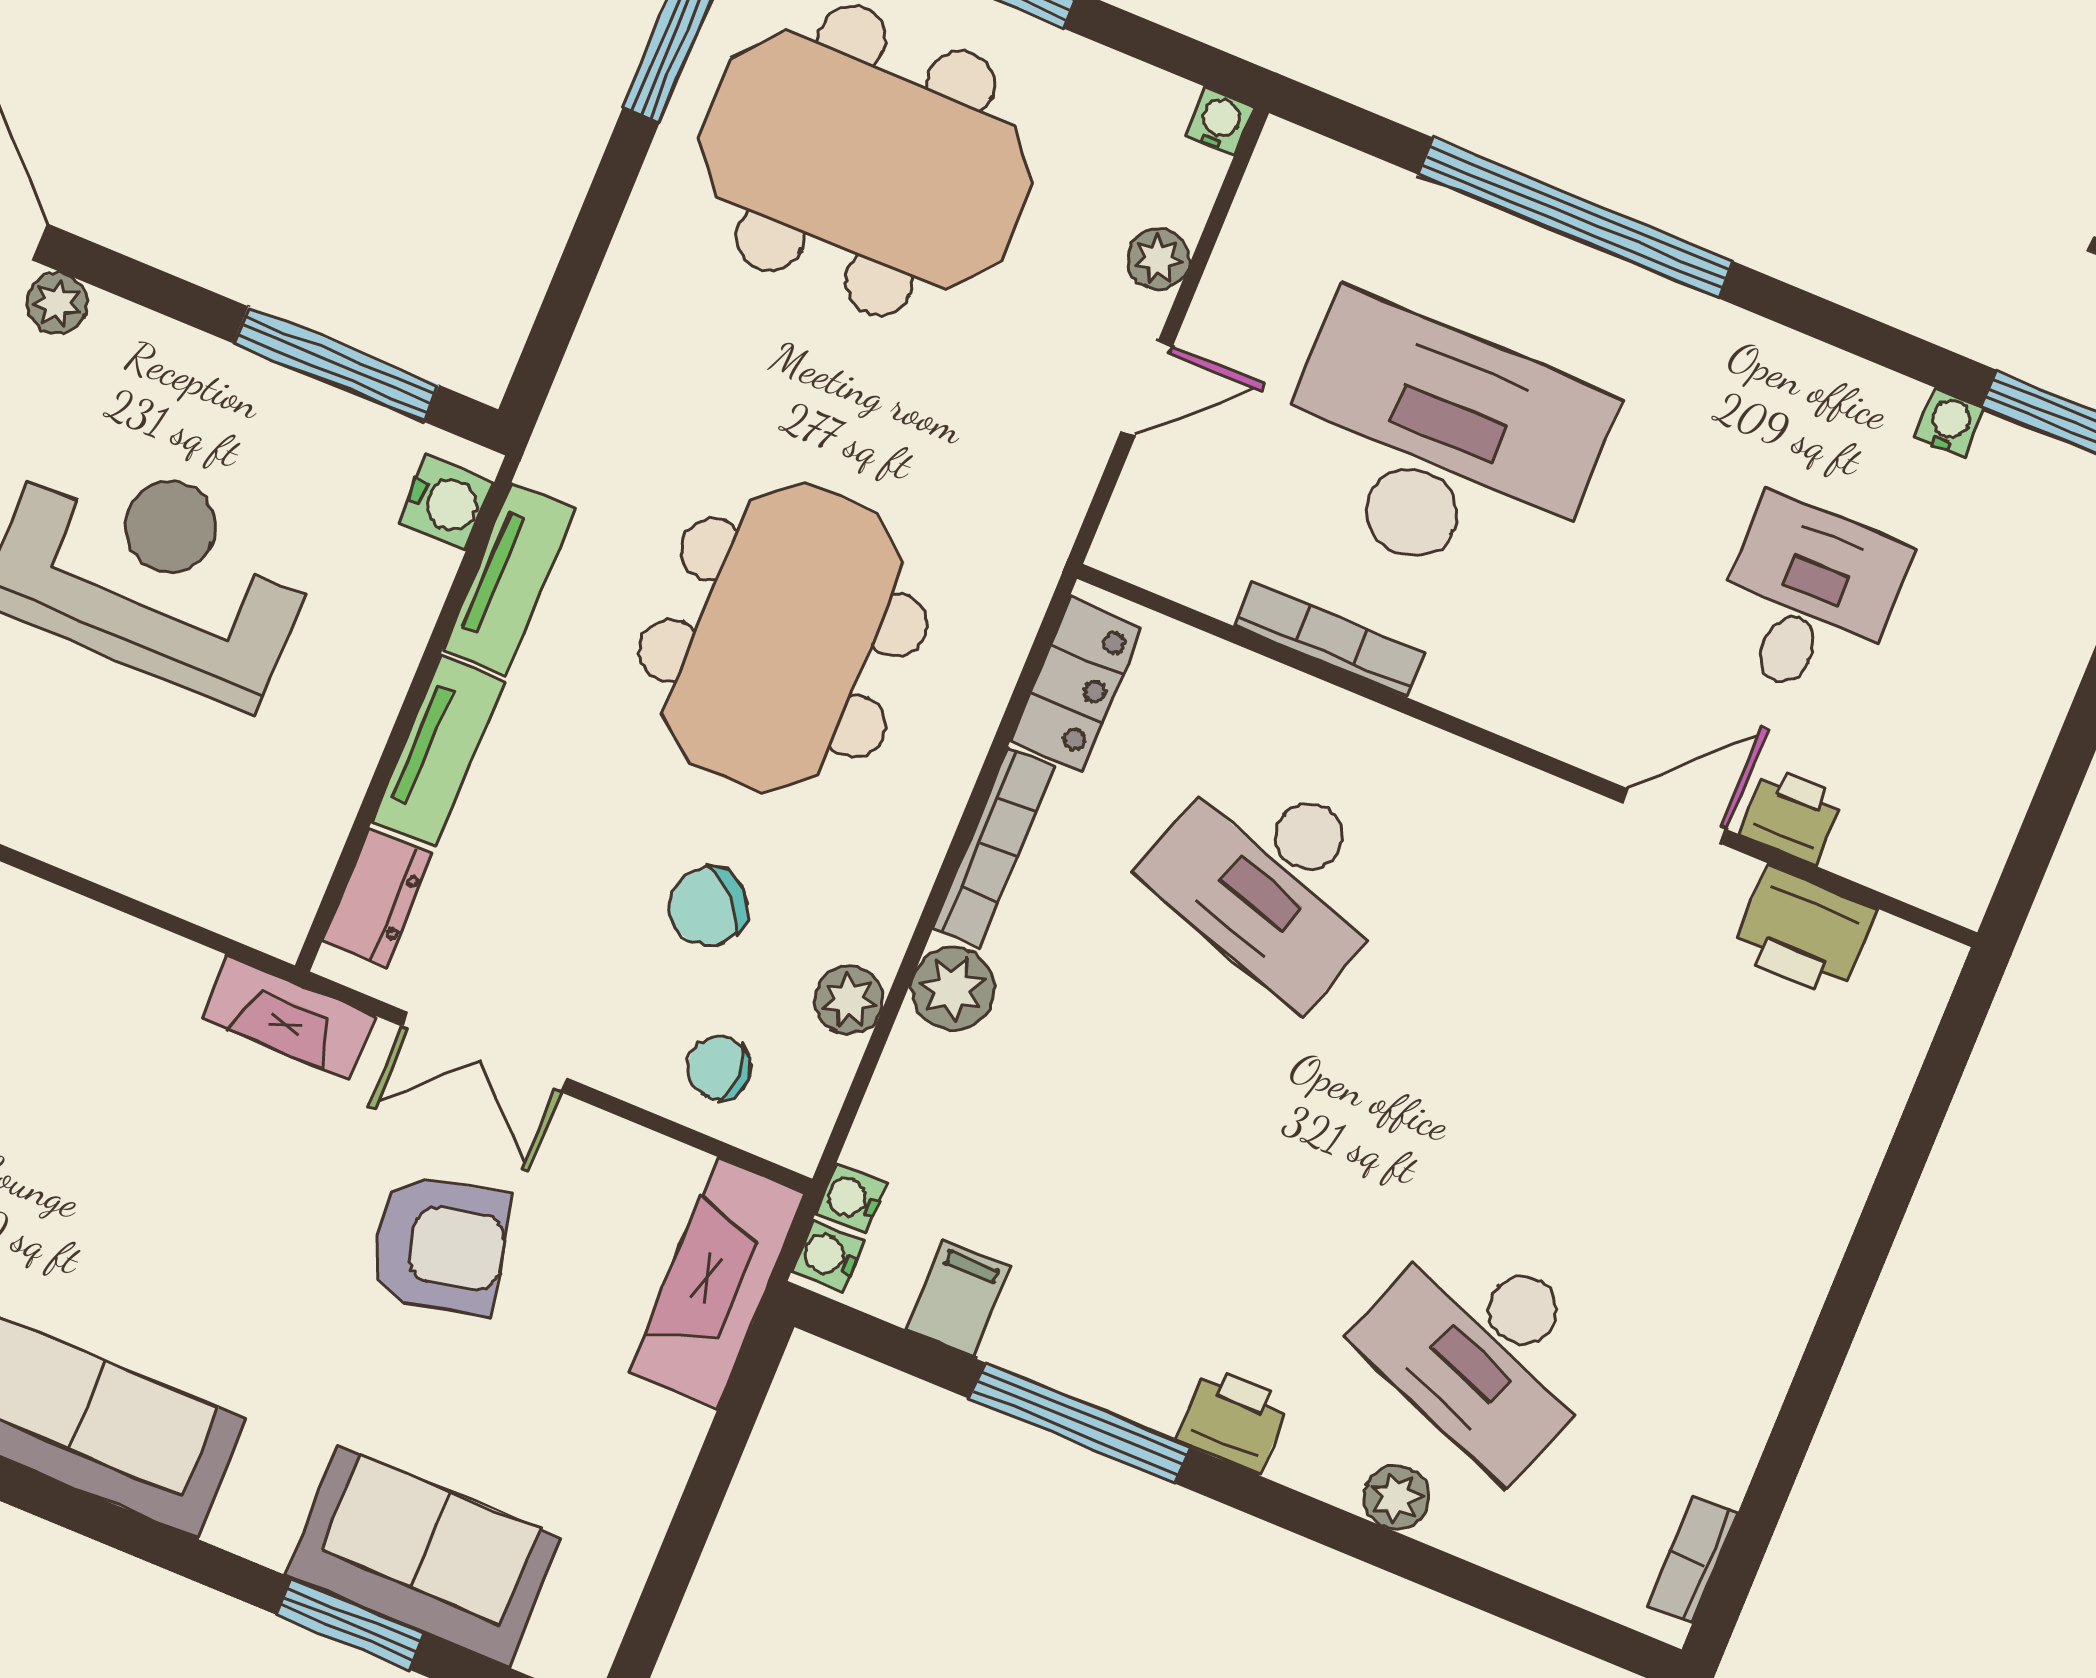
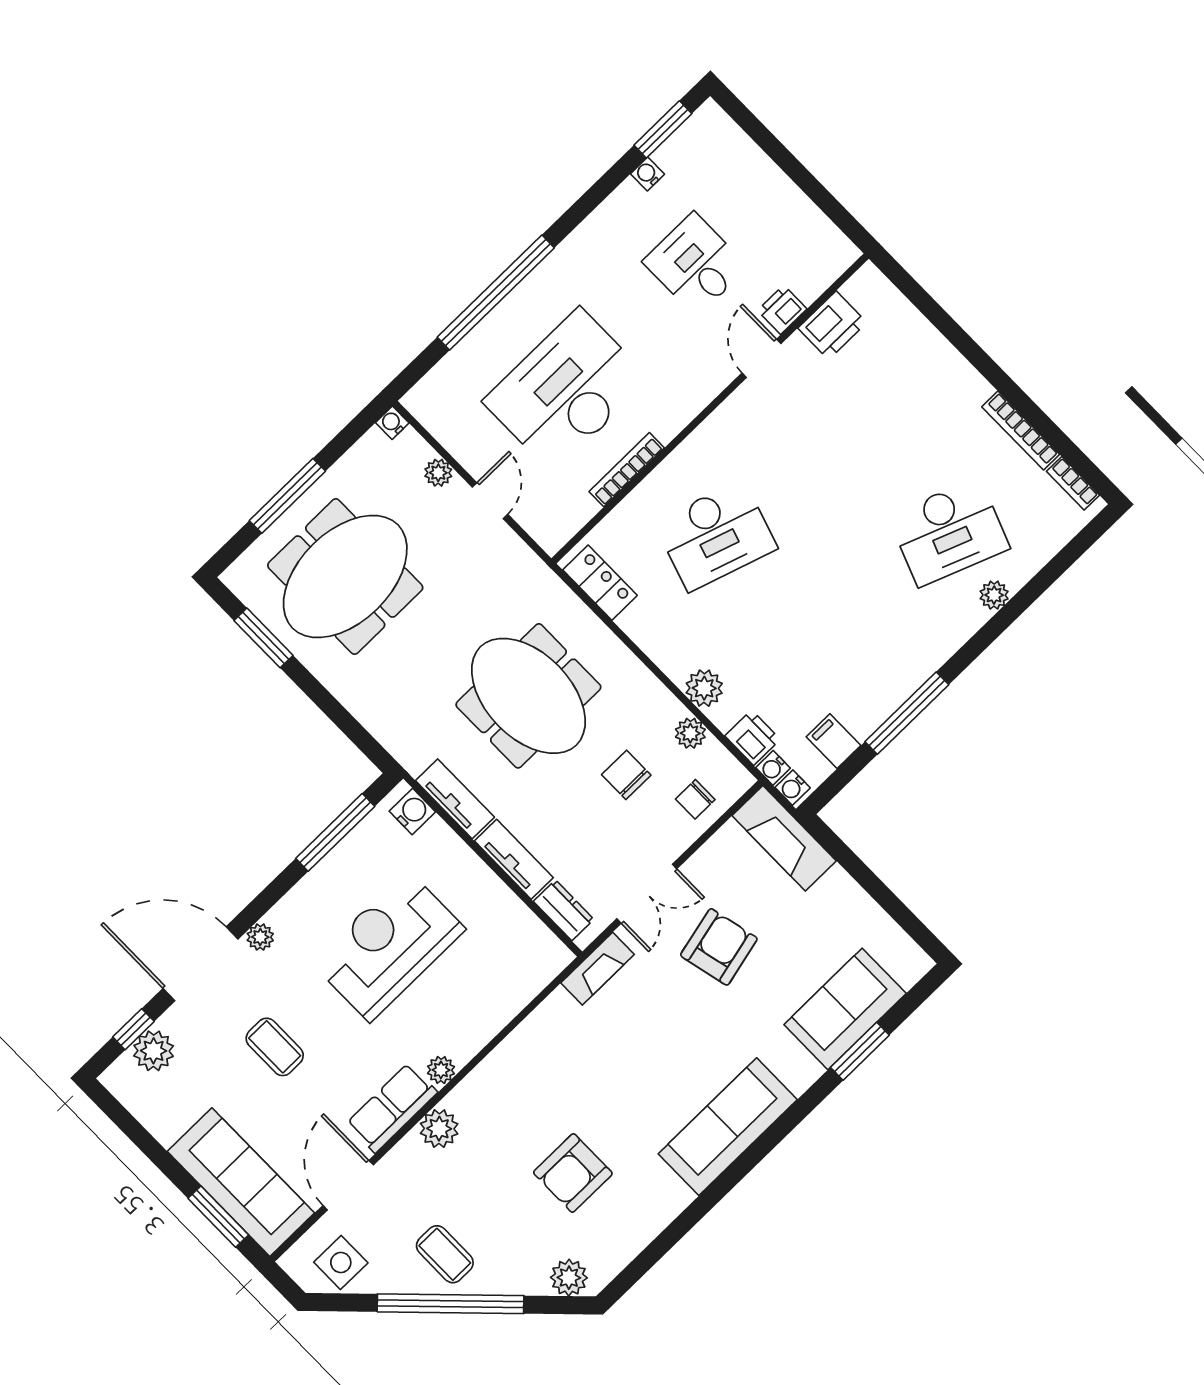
bookcase: (993, 847) -> (1021, 431), moved, turned 180
chair: (708, 906) -> (626, 775), turned 135
printer: (1233, 1420) -> (753, 738), moved, turned 90

